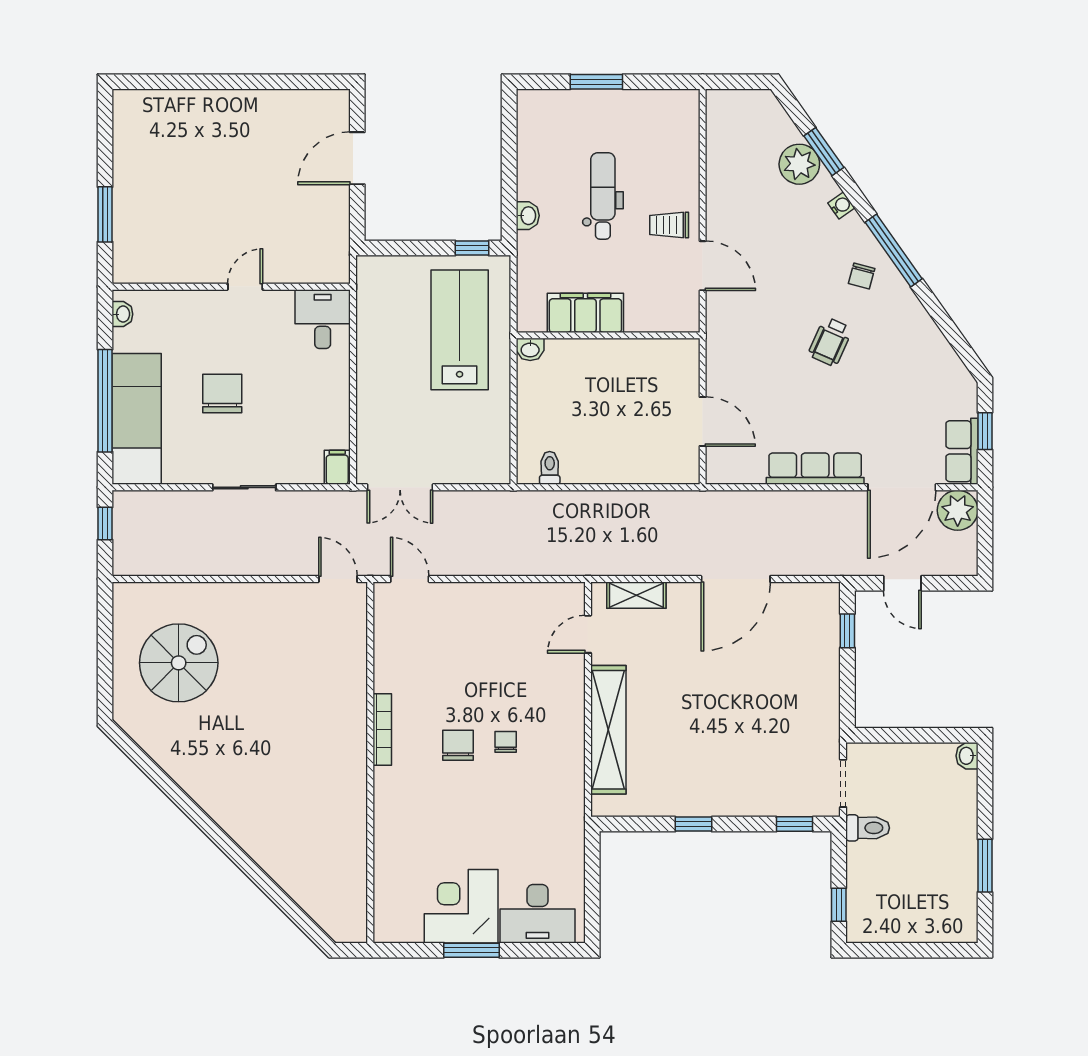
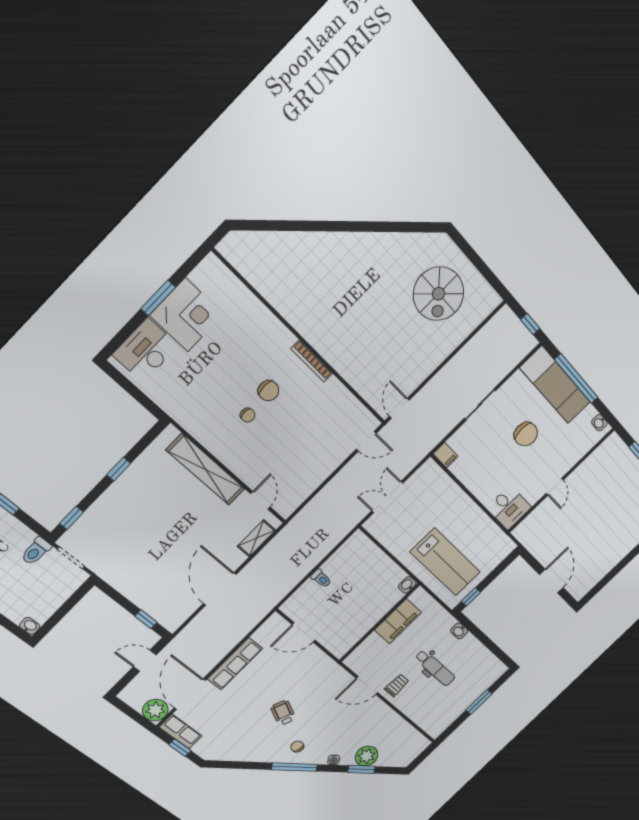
toilet: (550, 468) -> (321, 579), moved
double door: (400, 487) -> (387, 497), moved
door: (338, 579) -> (399, 408), swing flipped

